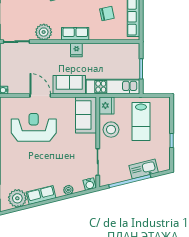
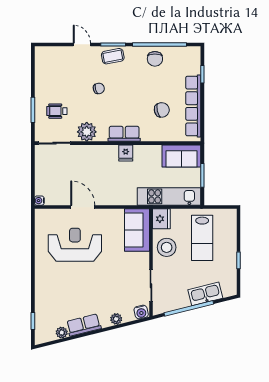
wheelchair: (18, 15) -> (57, 111), added
sofa: (69, 85) -> (181, 156), moved, turned 180
plant: (17, 198) -> (62, 333), width x0.53, depth x0.53

